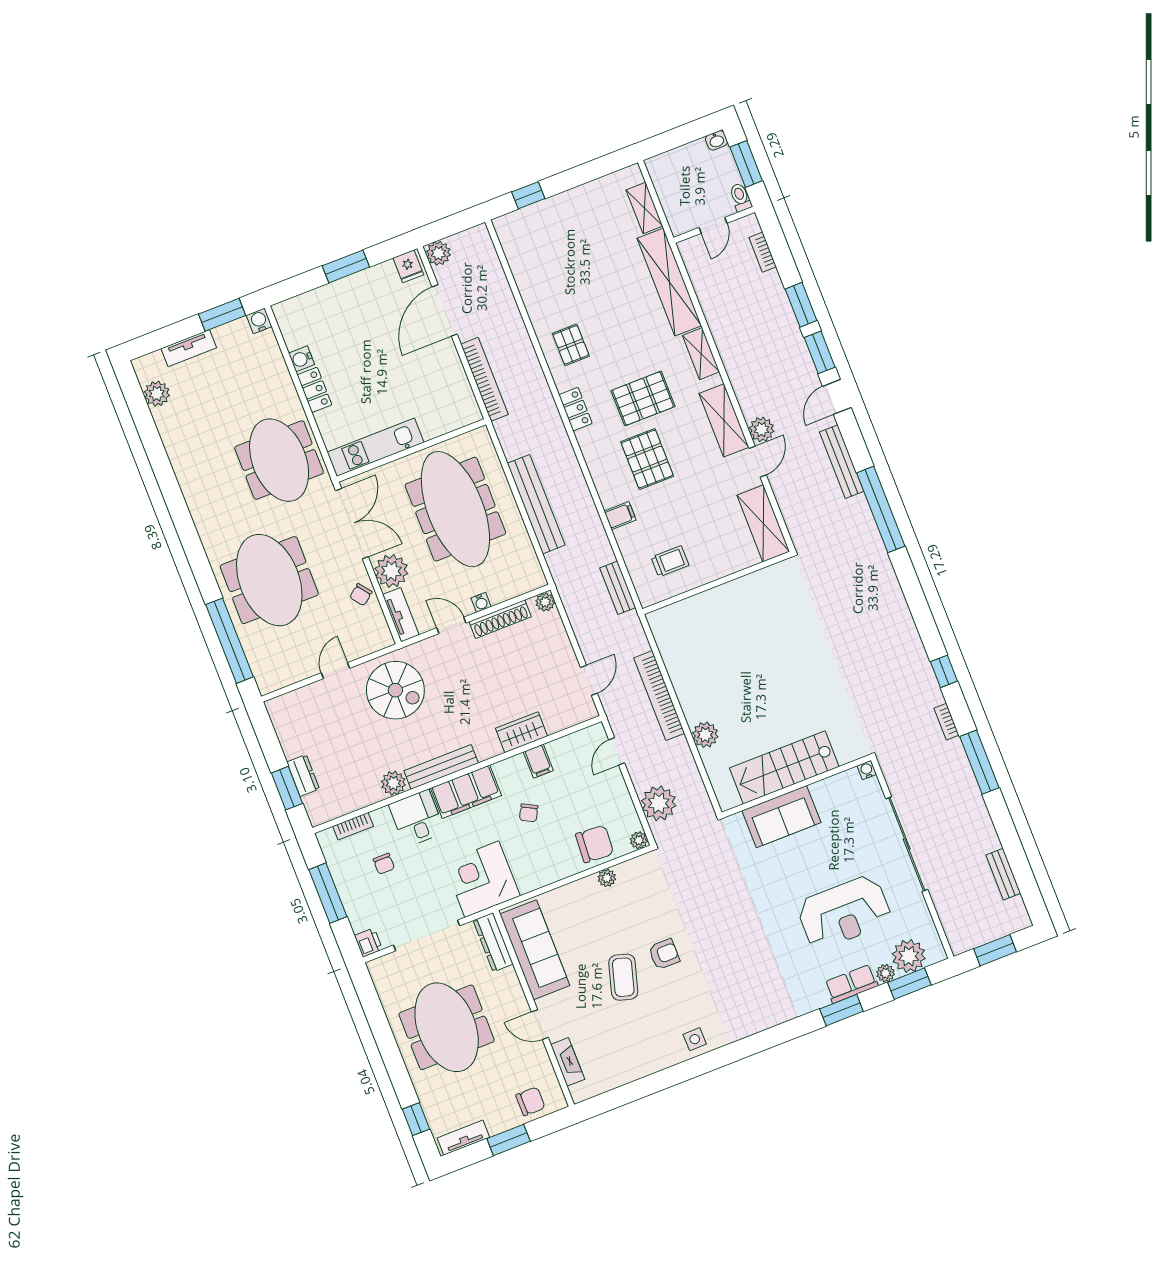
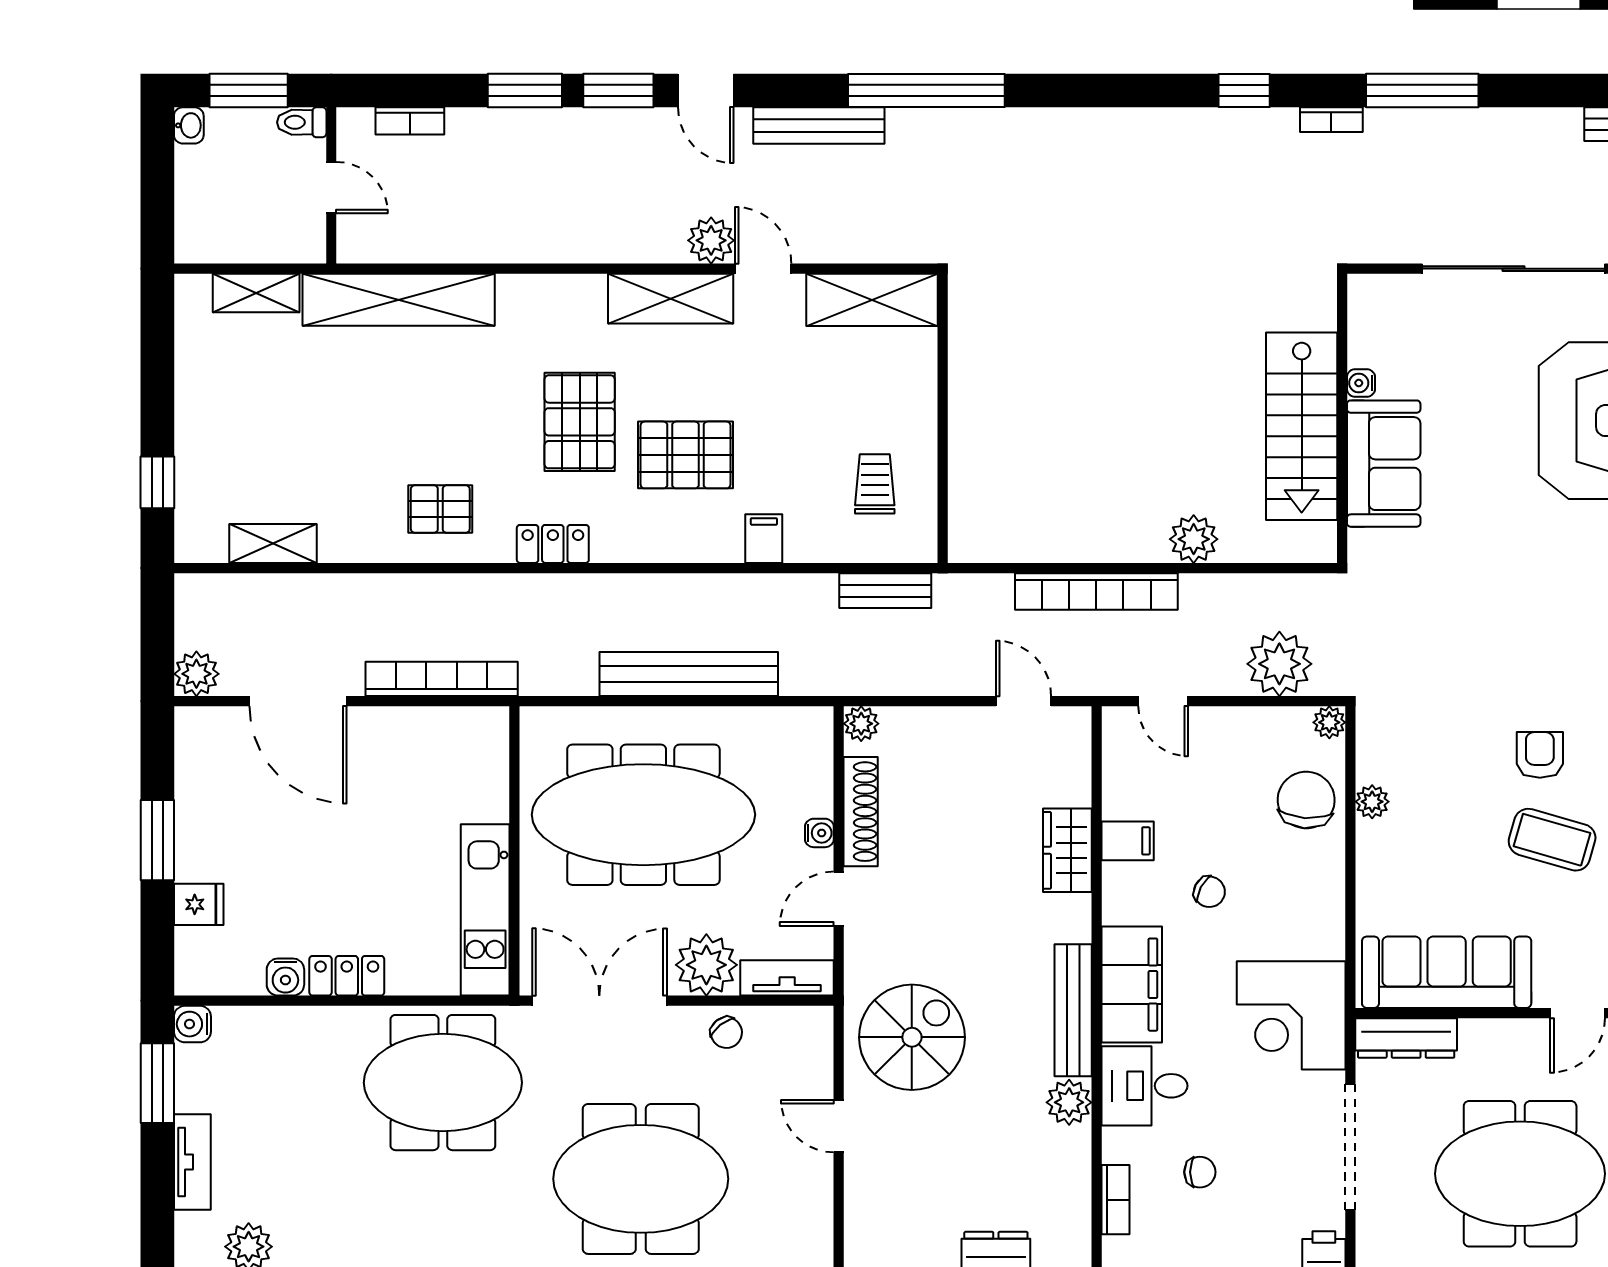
fridge: (408, 266) -> (199, 904), moved
shelving: (701, 354) -> (273, 543), moved
water cooler: (867, 770) -> (1361, 383), moved

